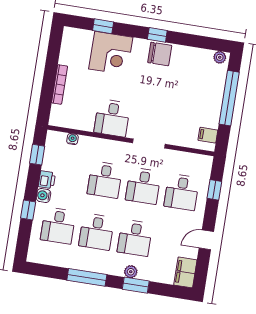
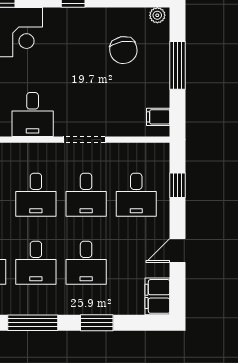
chair: (160, 54) -> (123, 50), moved, turned 80
window: (229, 98) -> (178, 65), width x0.68
plant: (131, 272) -> (88, 307), removed

